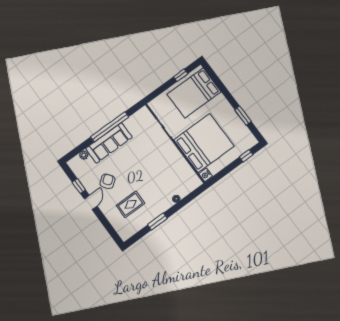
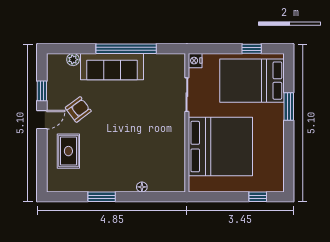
window: (243, 115) -> (289, 106), moved
nightstand: (206, 175) -> (195, 61), moved
rug: (130, 204) -> (68, 151), moved, turned 90

